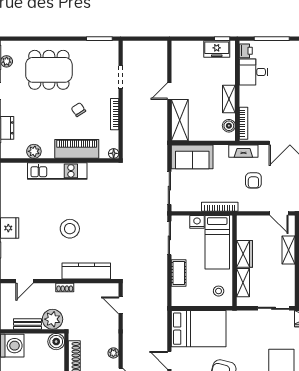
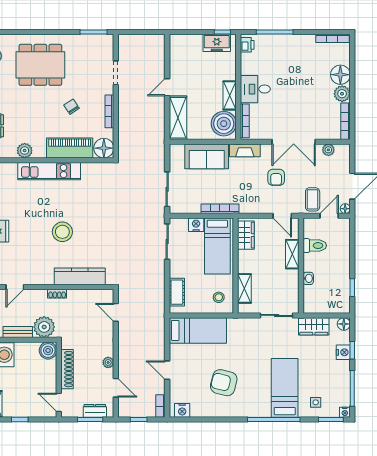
desk: (253, 72) -> (255, 89), moved
boiler: (229, 126) -> (224, 124), width x1.86, depth x1.86
floor lamp: (114, 153) -> (104, 148), width x1.89, depth x1.89
sofa: (192, 157) -> (207, 156), moved
armchair: (253, 180) -> (276, 177), moved
wardrobe: (244, 254) -> (246, 235), moved
cot: (179, 273) -> (177, 292), moved
bed: (199, 329) -> (198, 330), width x0.67

